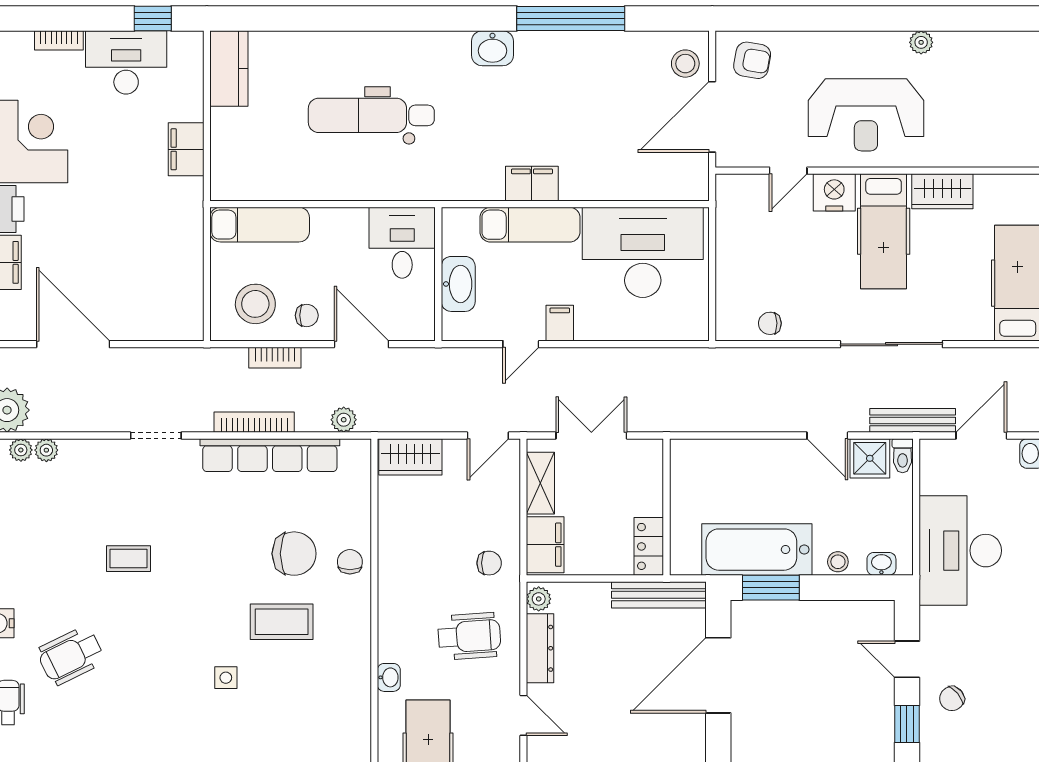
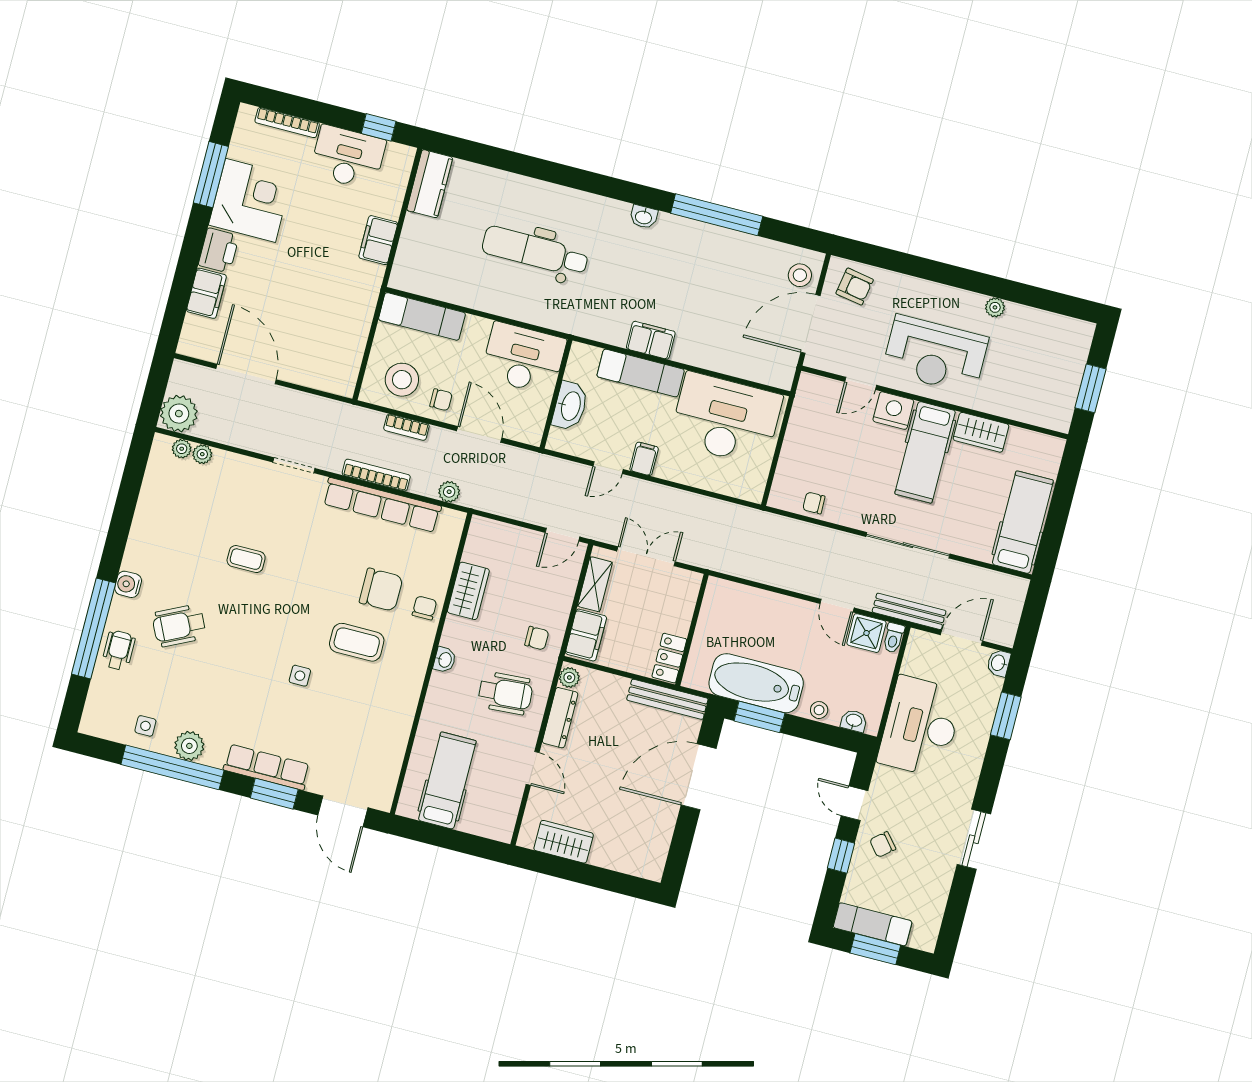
bookcase: (59, 40) -> (287, 123), width x1.56
washbasin: (492, 48) -> (644, 217), width x0.72, depth x0.69
desk: (402, 243) -> (523, 358), width x1.37
wardrobe: (410, 457) -> (468, 591), moved, turned -90
washbasin: (389, 677) -> (445, 660), moved

